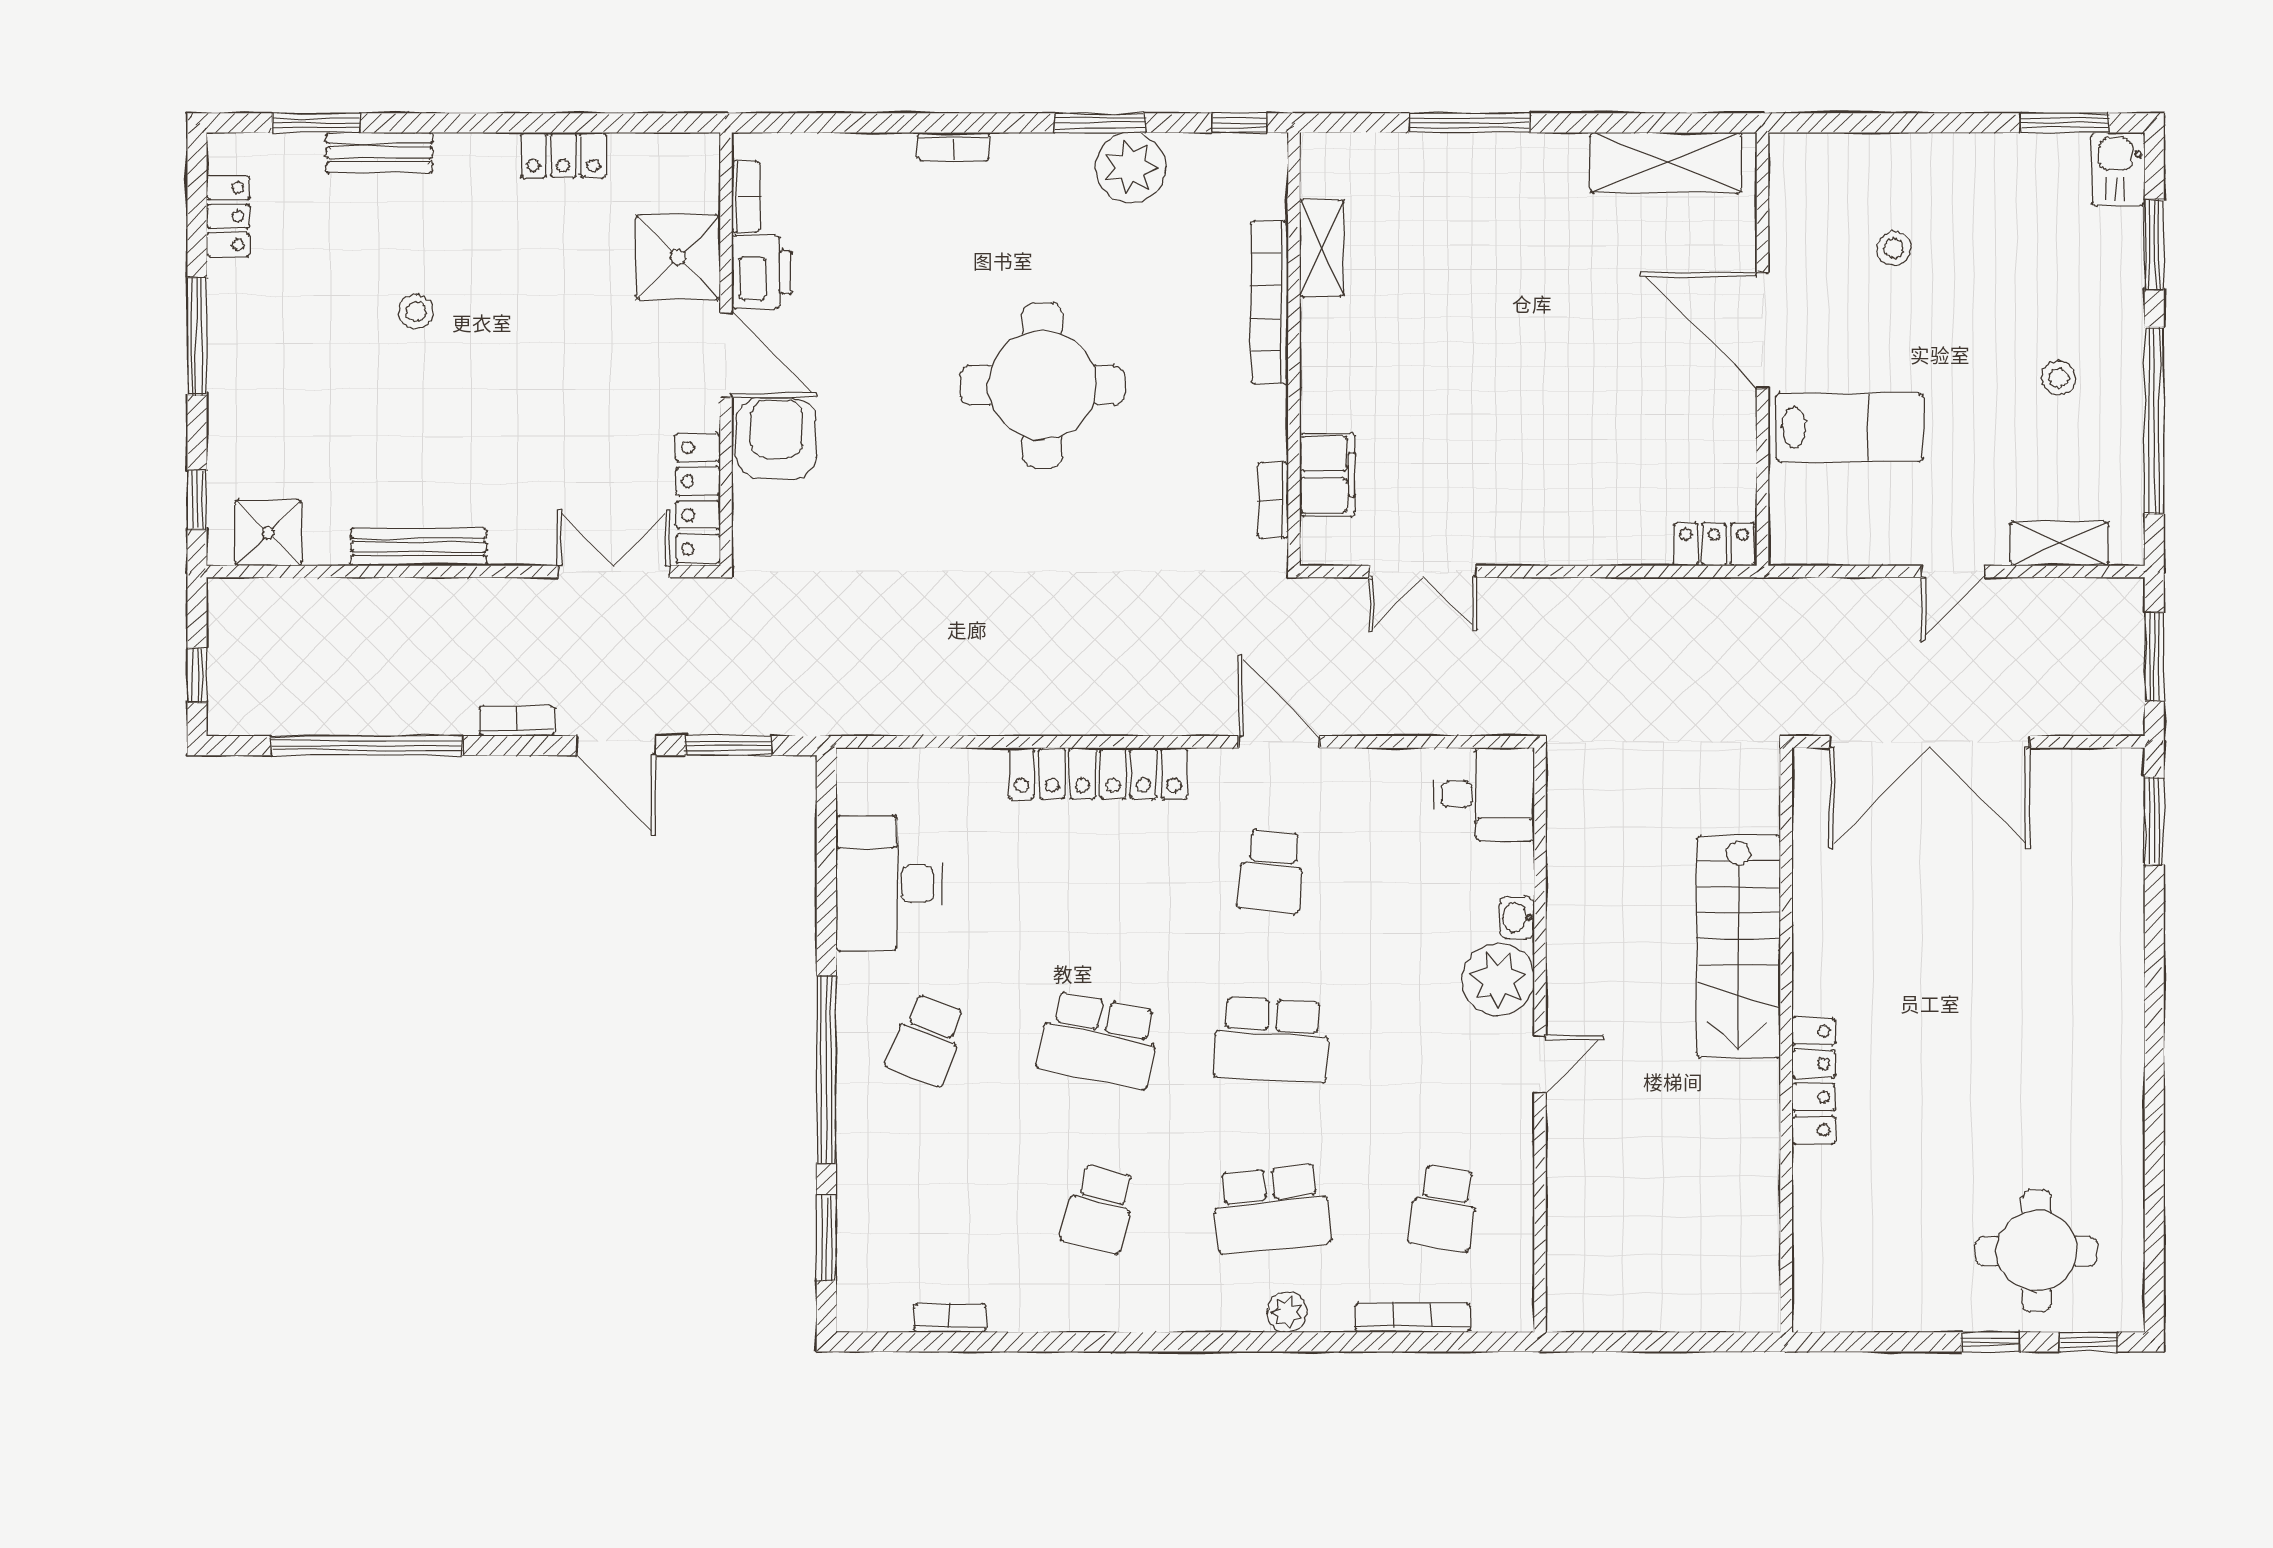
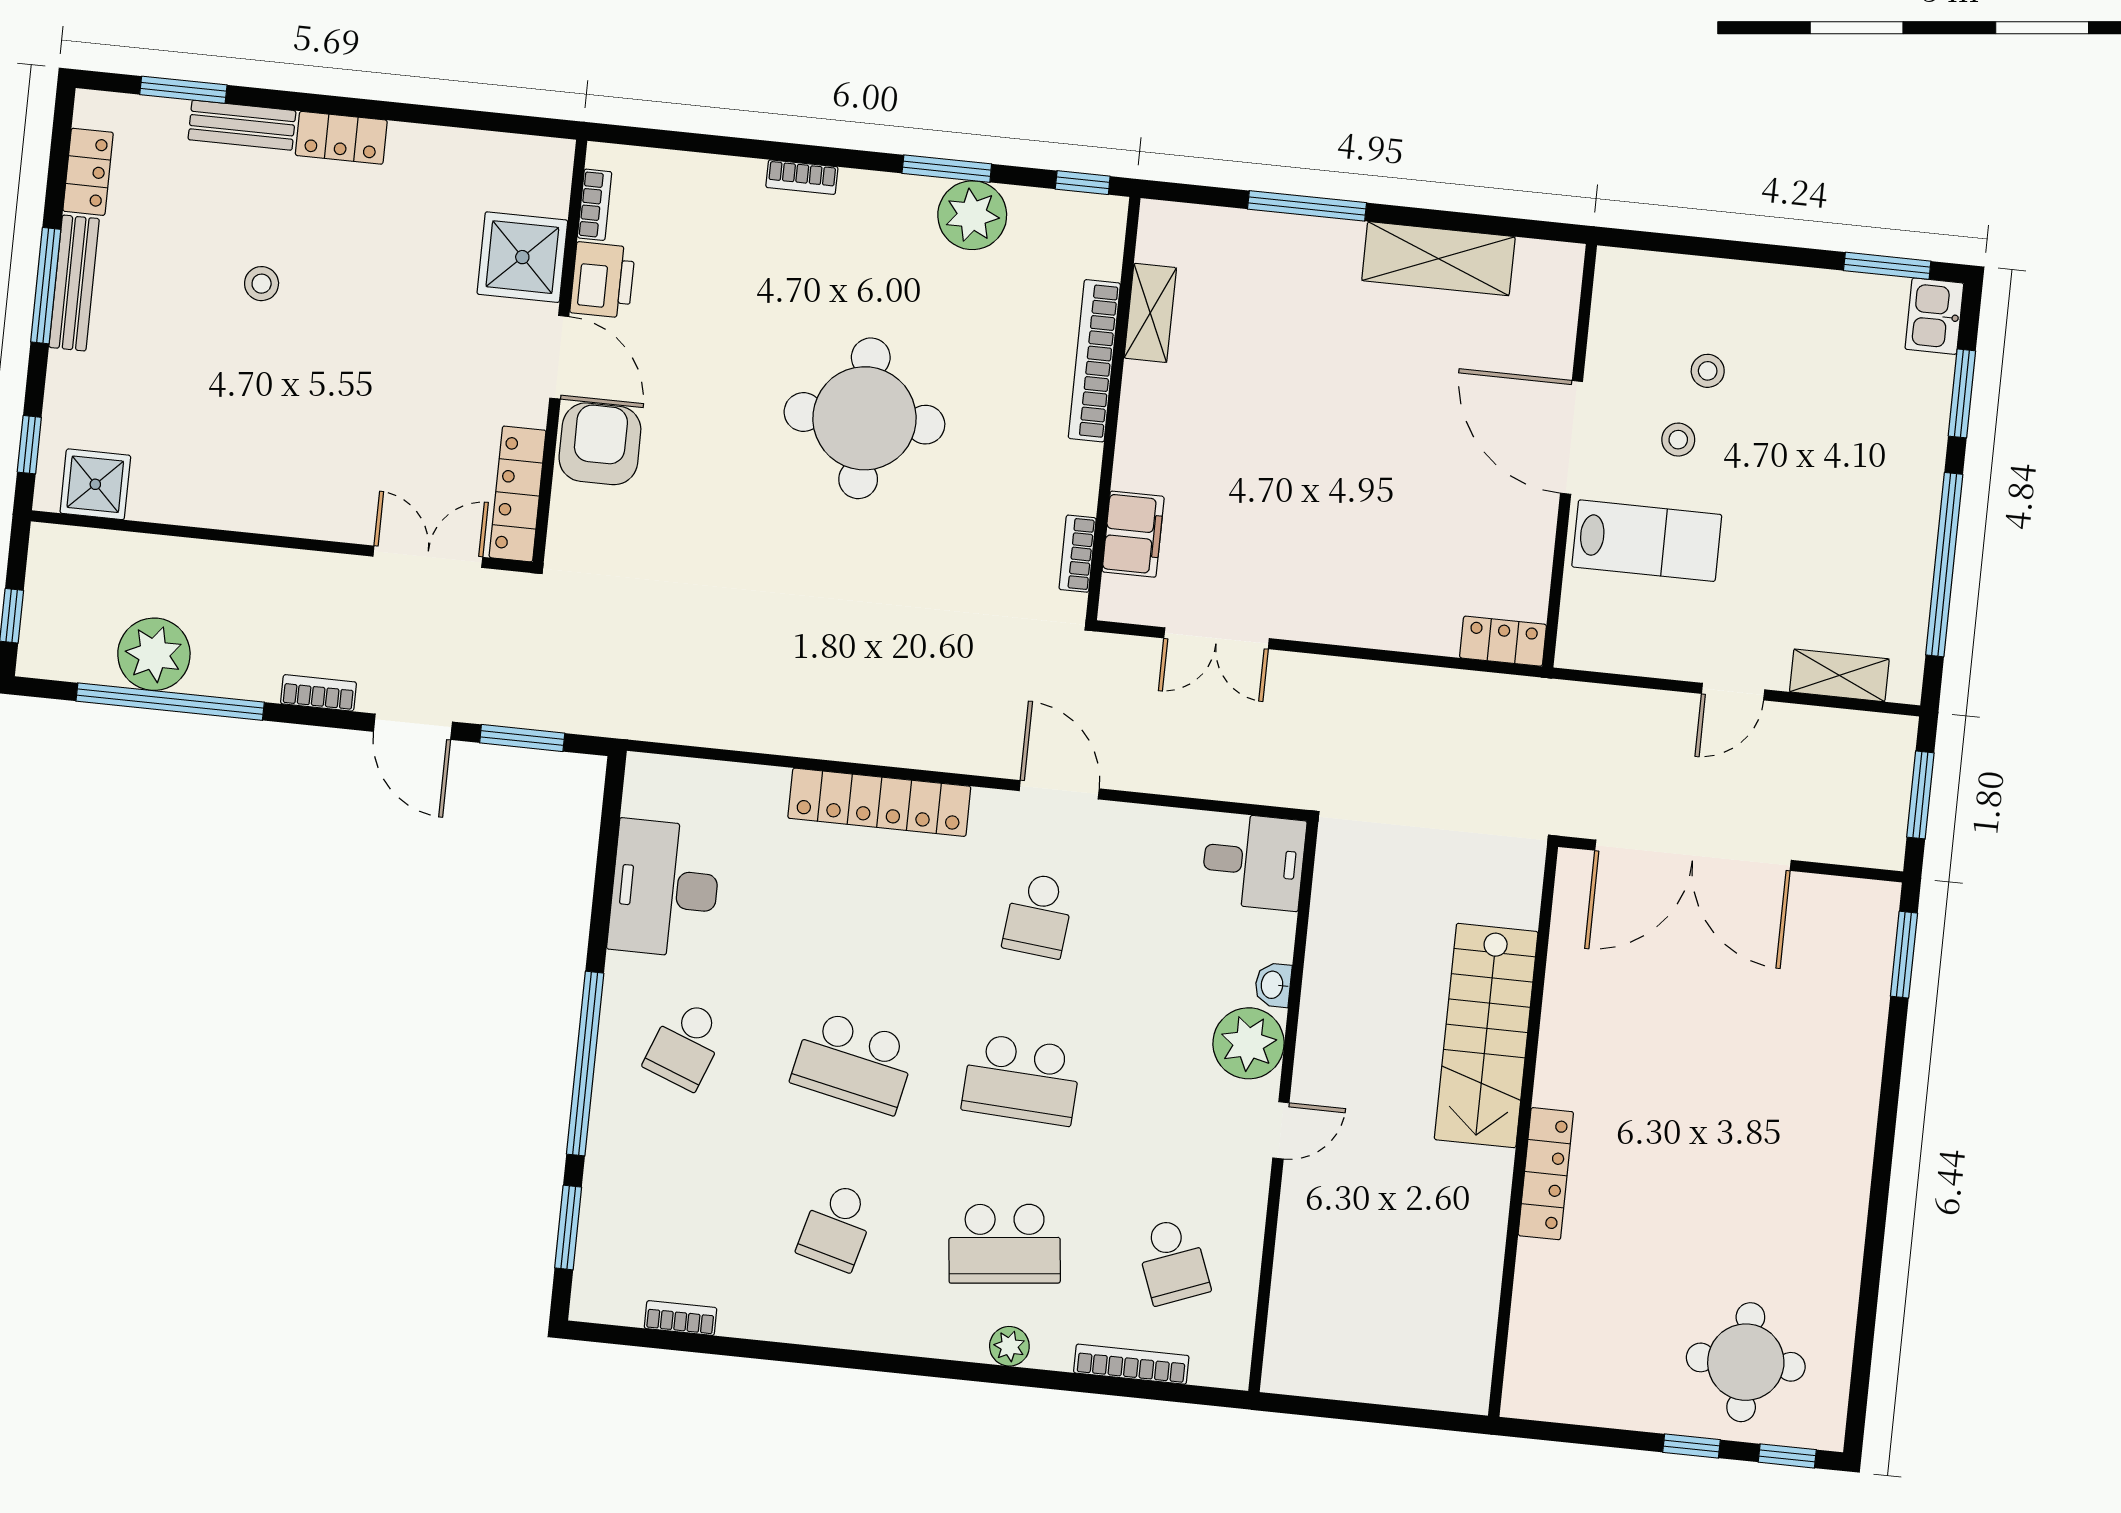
locker: (563, 155) -> (341, 138), moved
shelving: (1666, 163) -> (1438, 259), moved
stool: (2059, 378) -> (1678, 440), moved
bench: (419, 547) -> (74, 283), moved, turned 90
plant: (346, 699) -> (154, 654), added
school desk: (1444, 1209) -> (1173, 1261), turned -30

